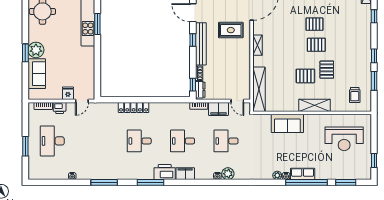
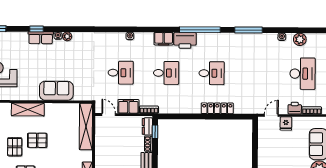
plant: (228, 174) -> (300, 39), moved
window: (151, 182) -> (200, 30), width x1.46
window: (307, 182) -> (37, 29), width x0.32

